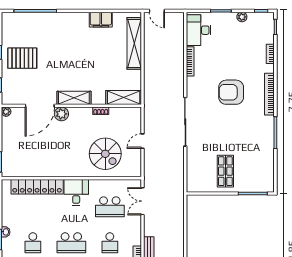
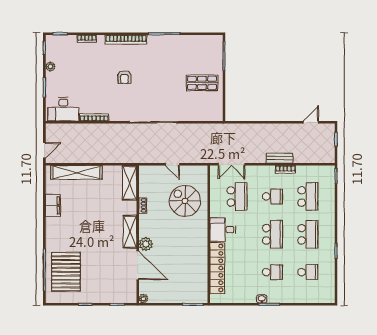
pallet: (22, 58) -> (66, 272), moved, width x1.37, depth x1.41
armchair: (231, 92) -> (124, 77), width x0.53, depth x0.53
spiral stairs: (105, 154) -> (185, 201), turned -90

